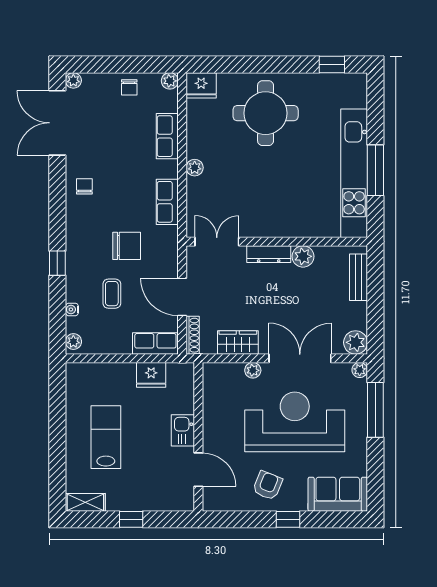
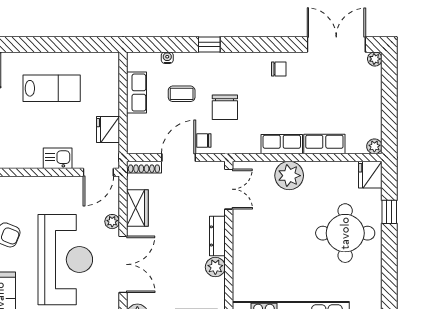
window: (332, 64) -> (389, 212), moved
chair: (129, 87) -> (204, 140), moved
plant: (195, 168) -> (289, 176), width x1.88, depth x1.88
row of seats: (167, 202) -> (282, 144), moved
plant: (73, 342) -> (138, 59), removed
row of seats: (155, 343) -> (137, 93), moved
door: (198, 470) -> (98, 172), moved

